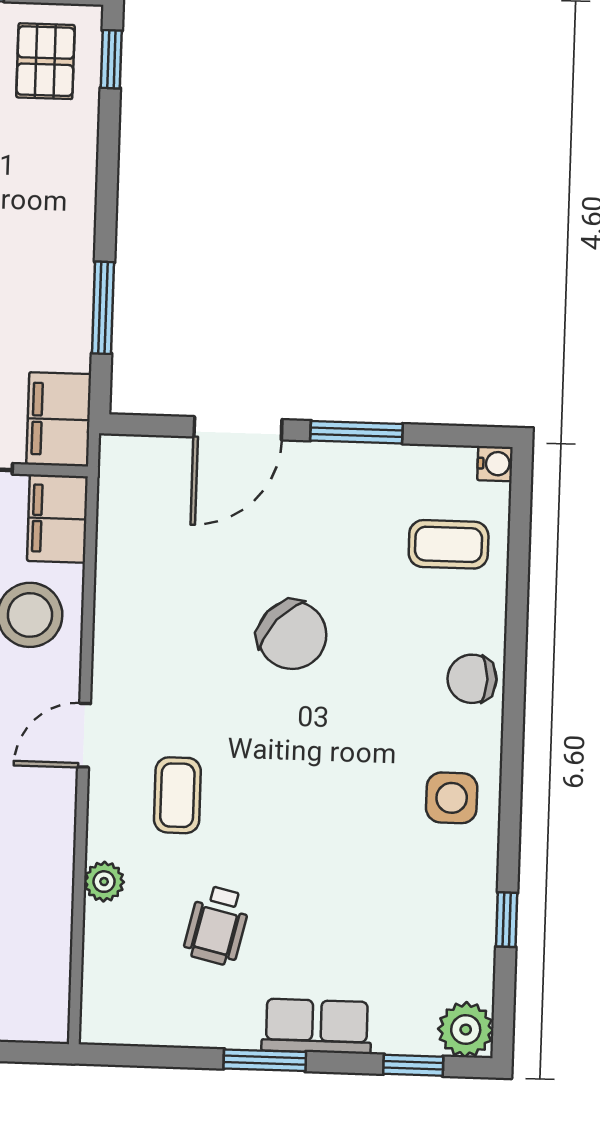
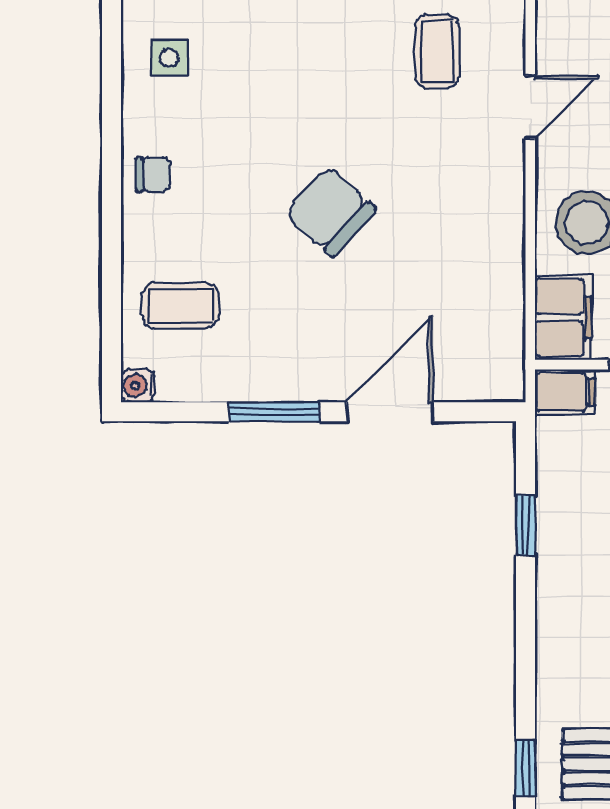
window: (103, 308) -> (526, 525), width x0.67
filing cabinet: (59, 419) -> (565, 392), width x0.50
chair: (472, 679) -> (153, 175), width x0.73, depth x0.73
side table: (452, 798) -> (169, 58), width x0.73, depth x0.73

